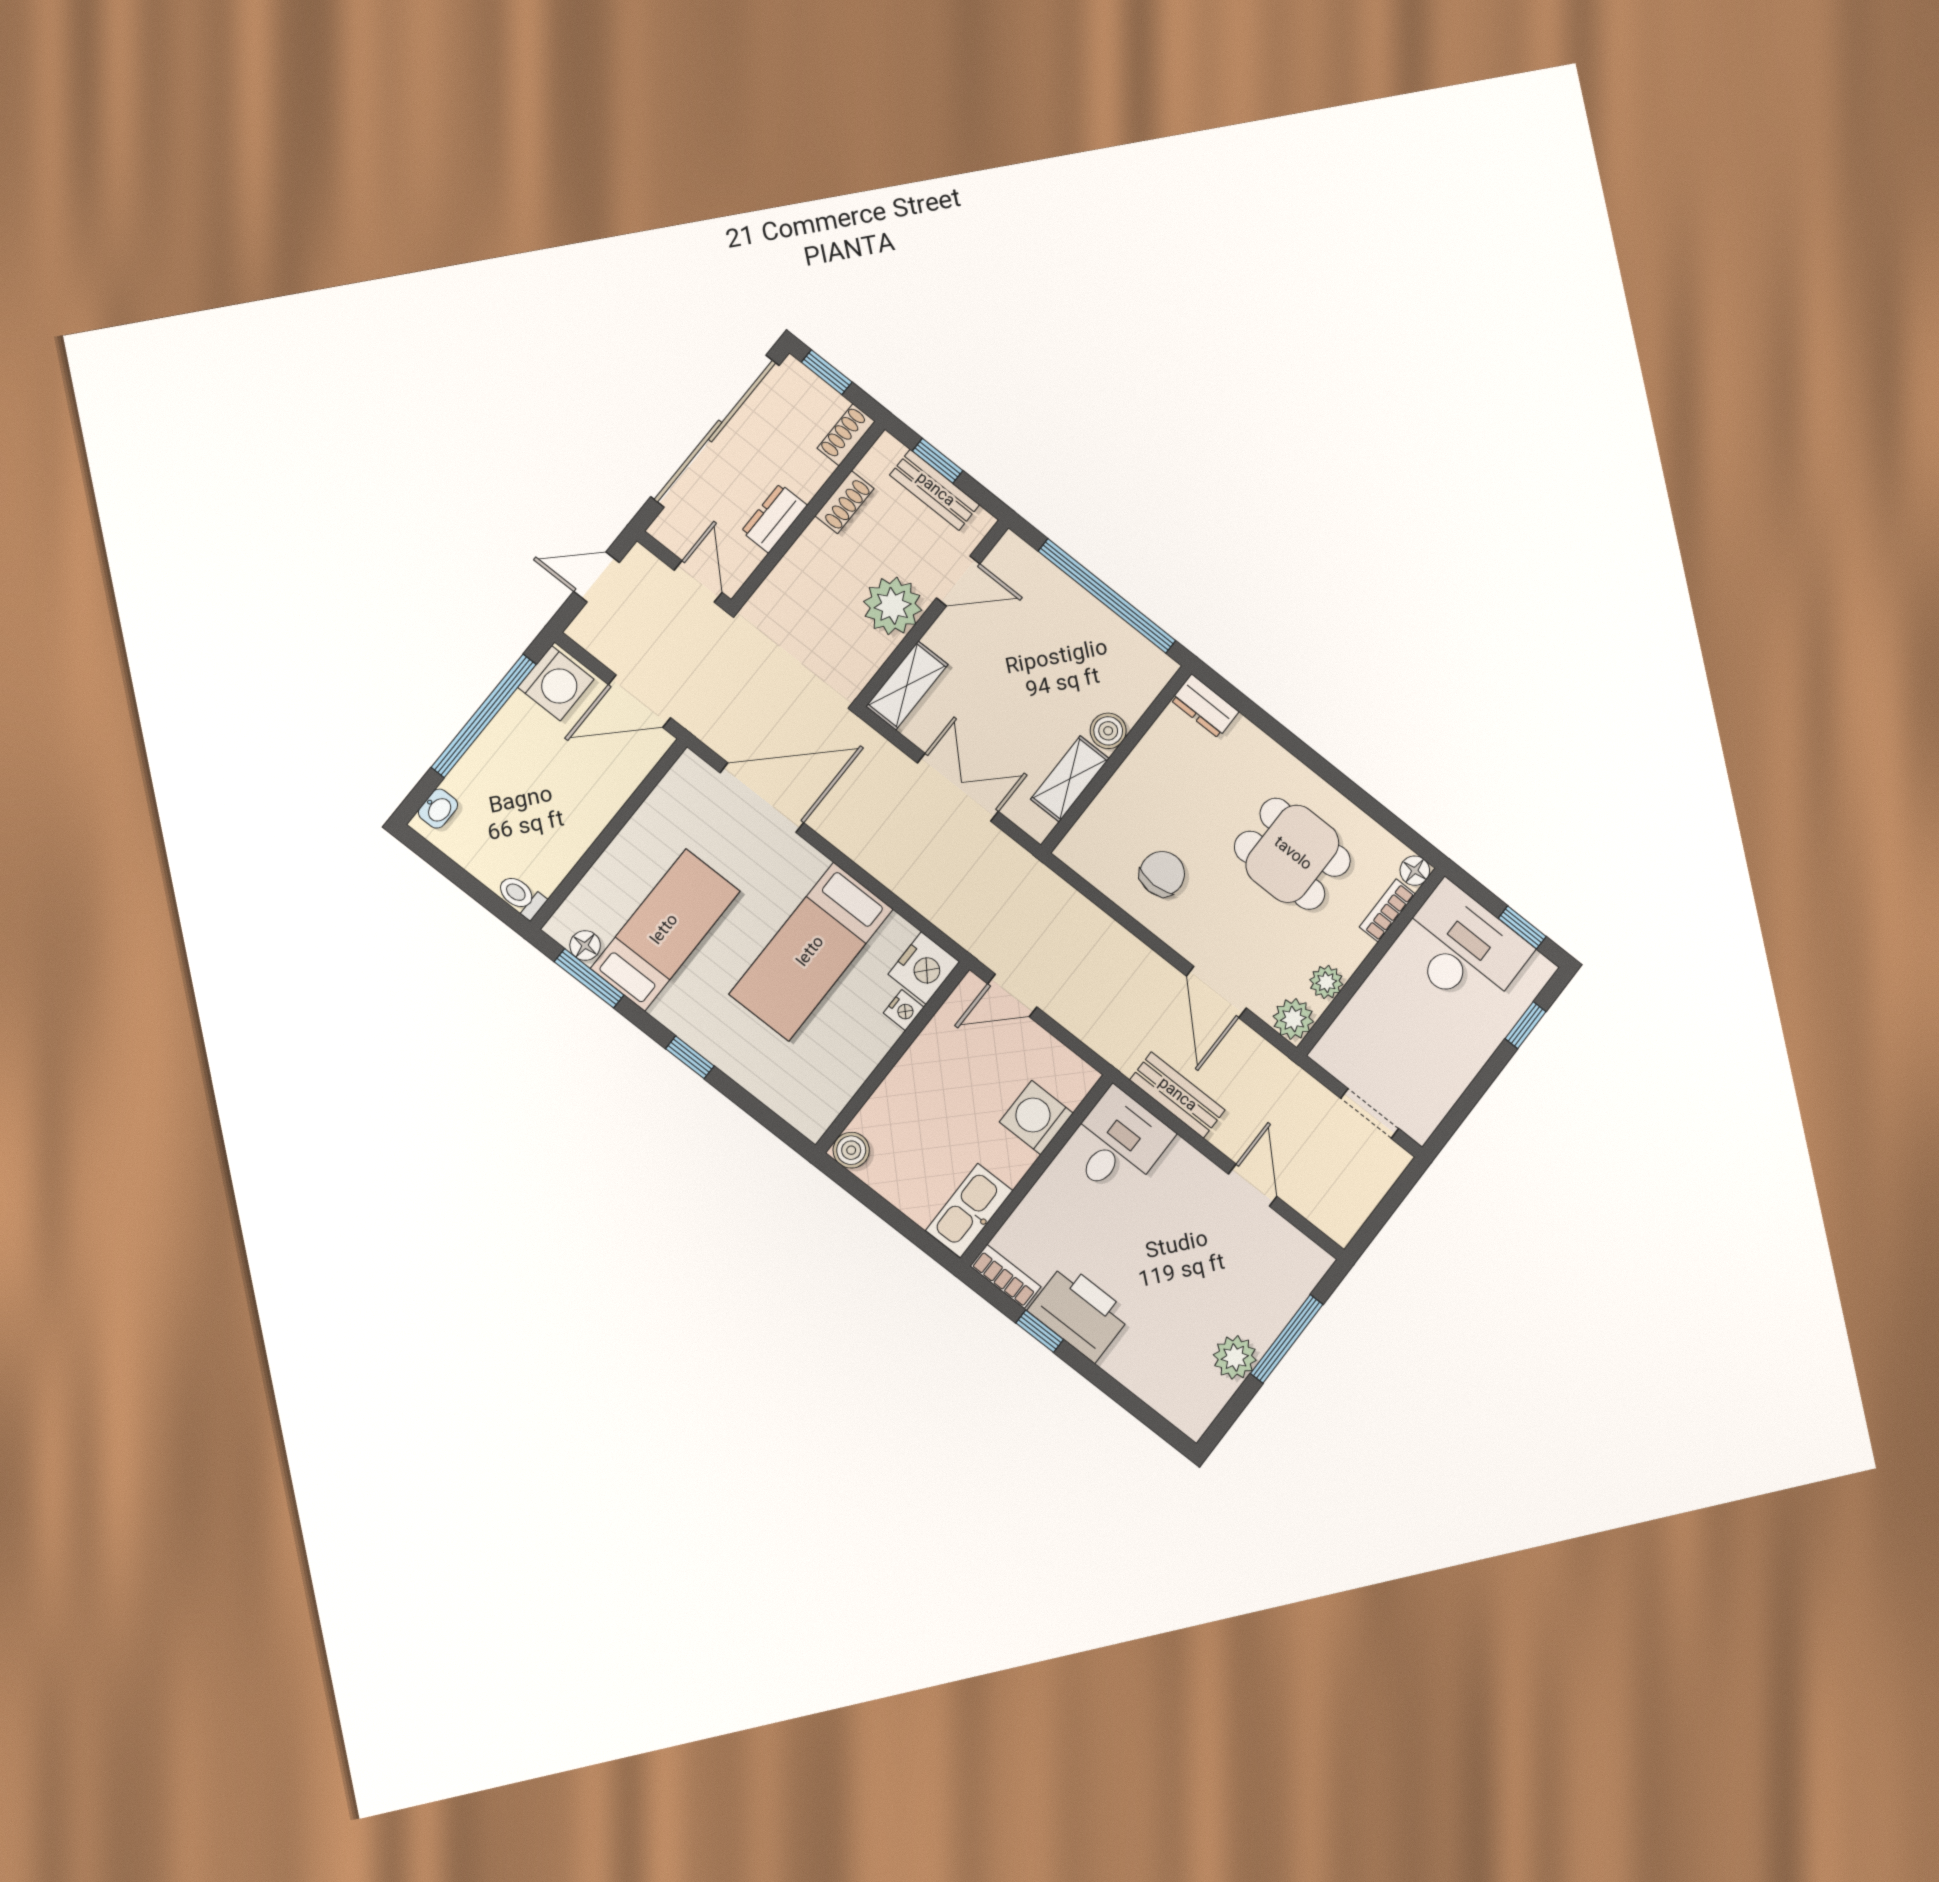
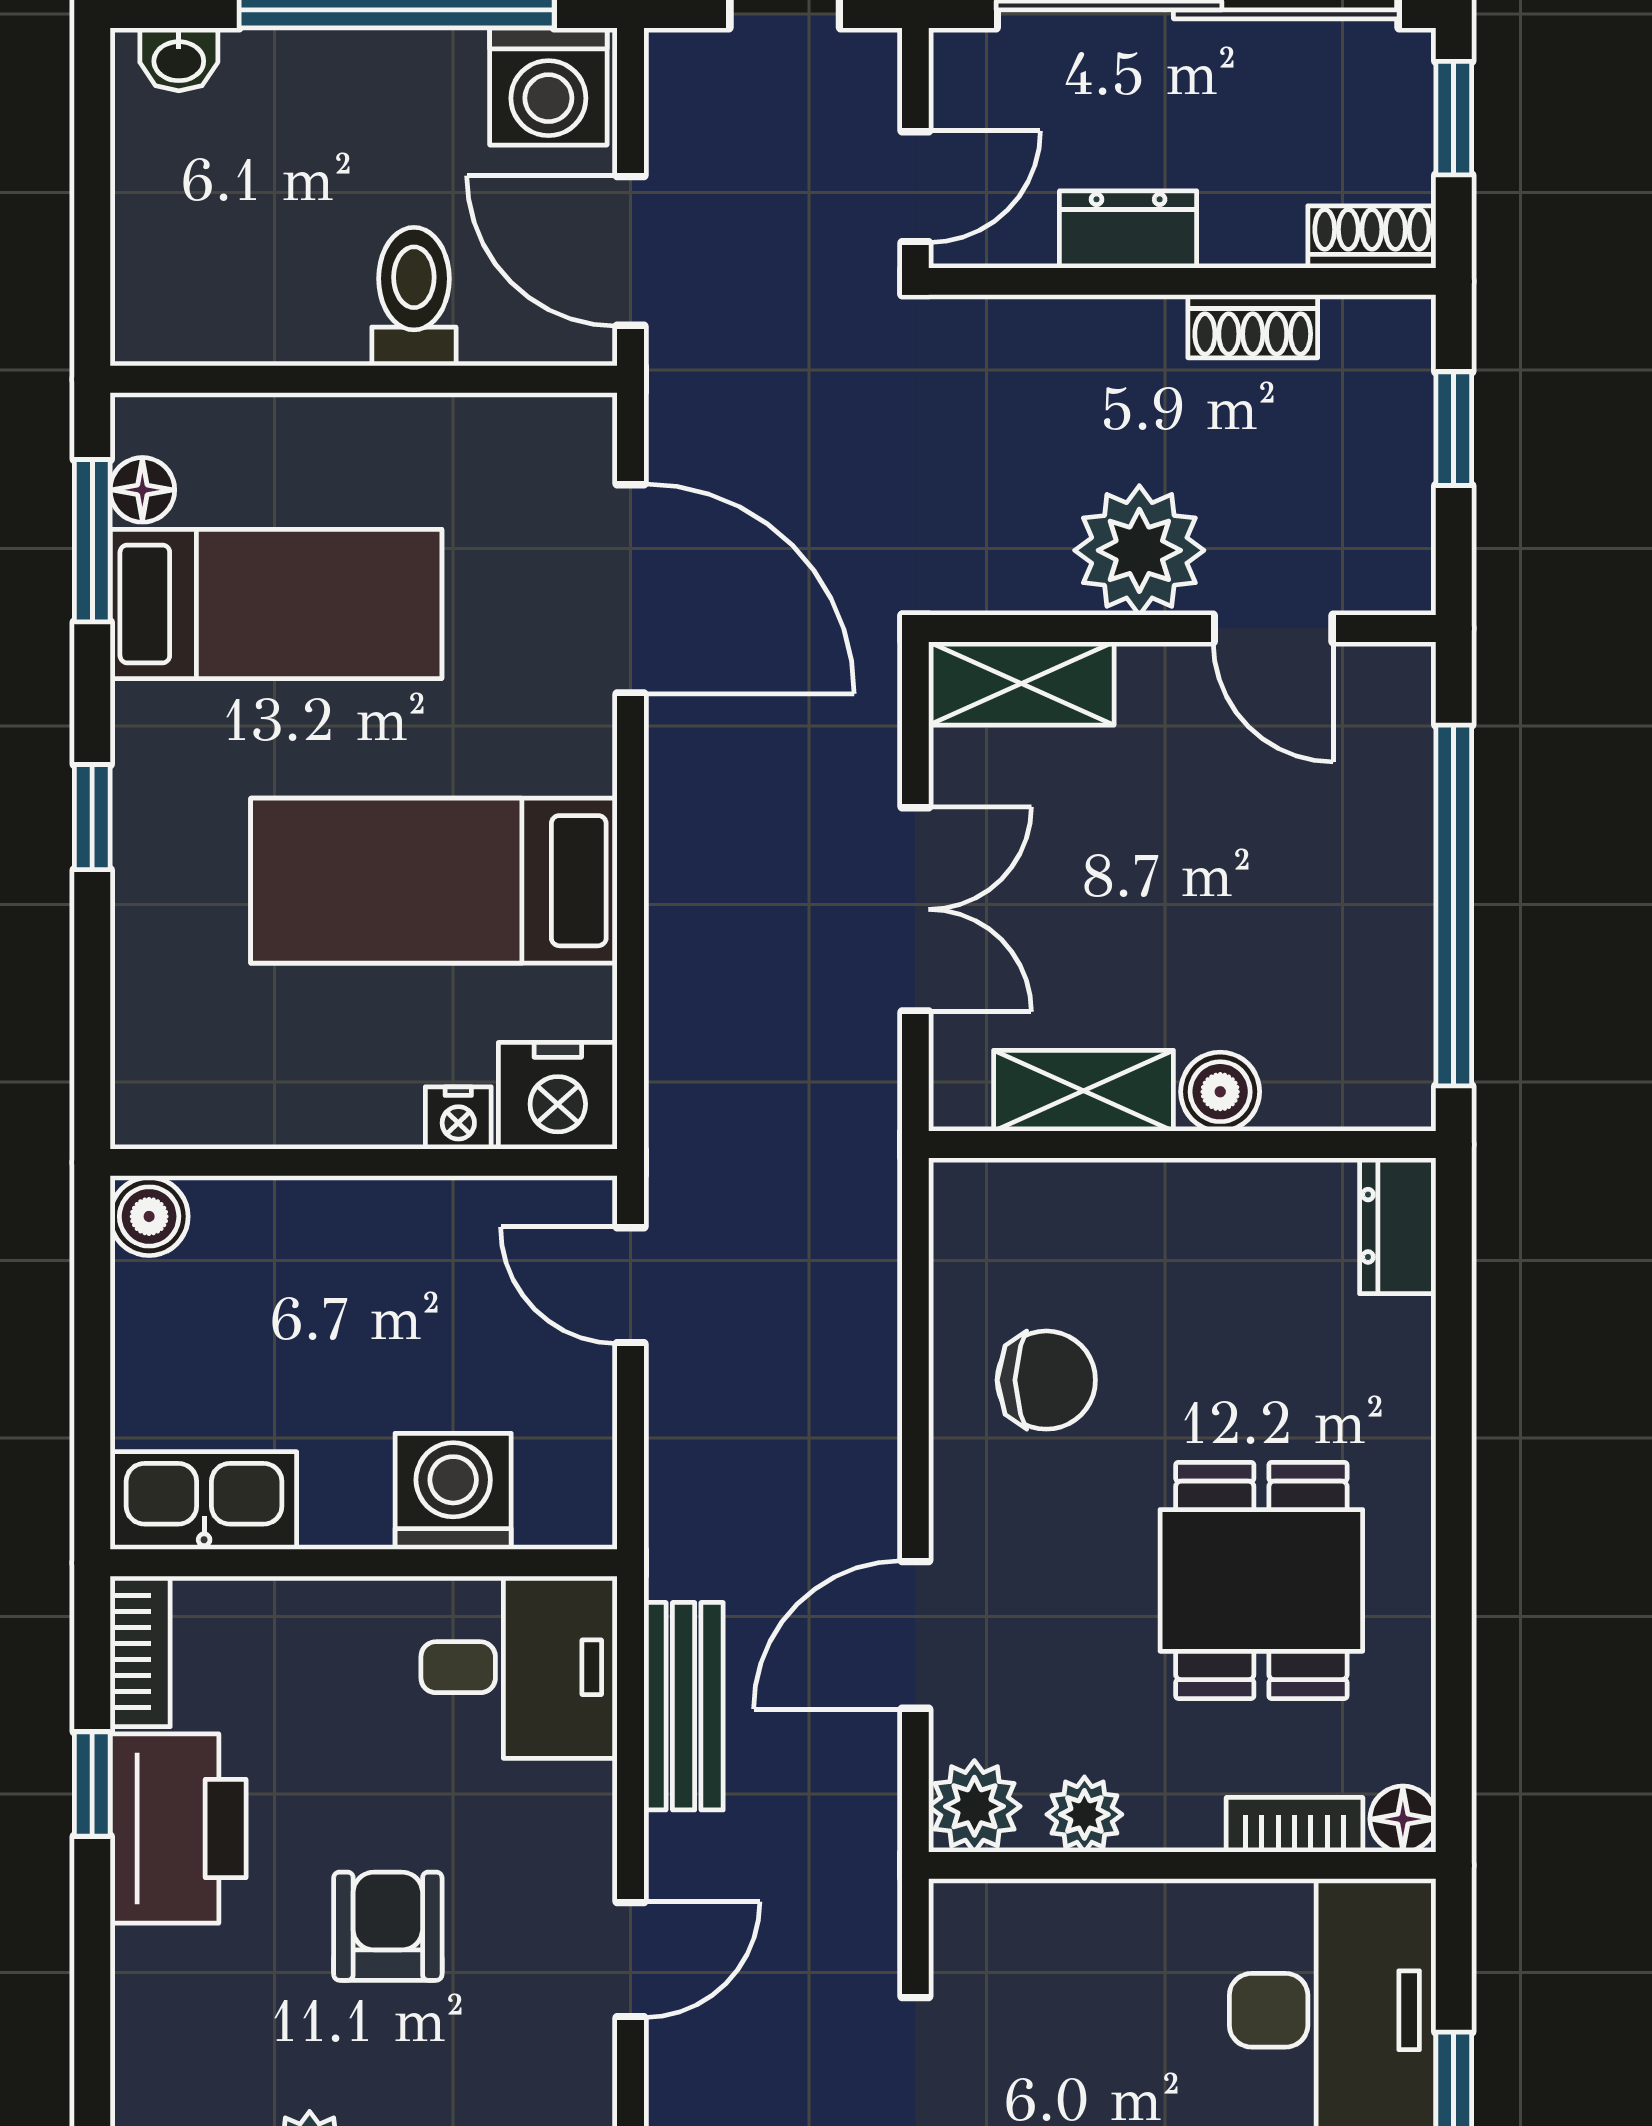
bench: (935, 490) -> (1399, 464), removed
toilet: (521, 896) -> (414, 297), moved, width x1.37, depth x1.39
armchair: (1173, 1264) -> (388, 1926), added

